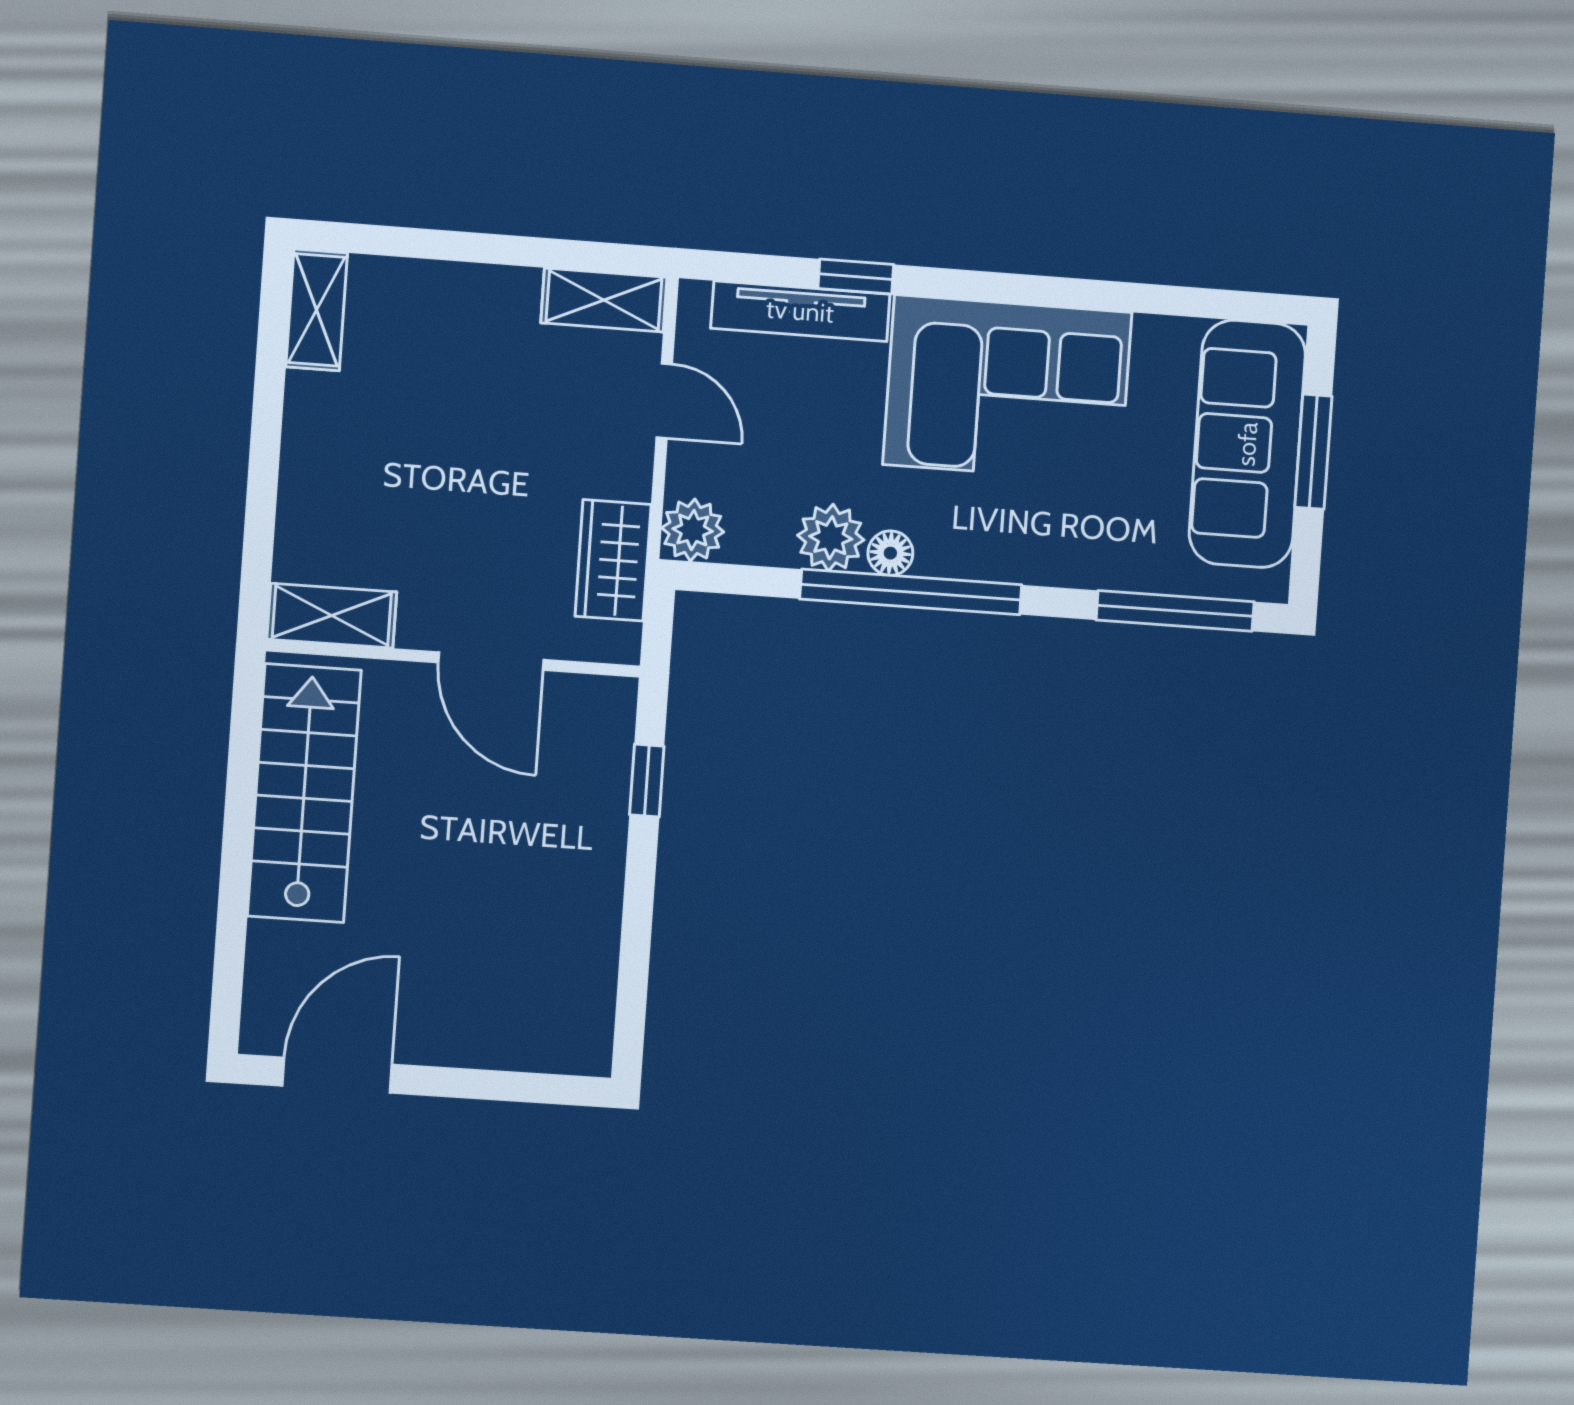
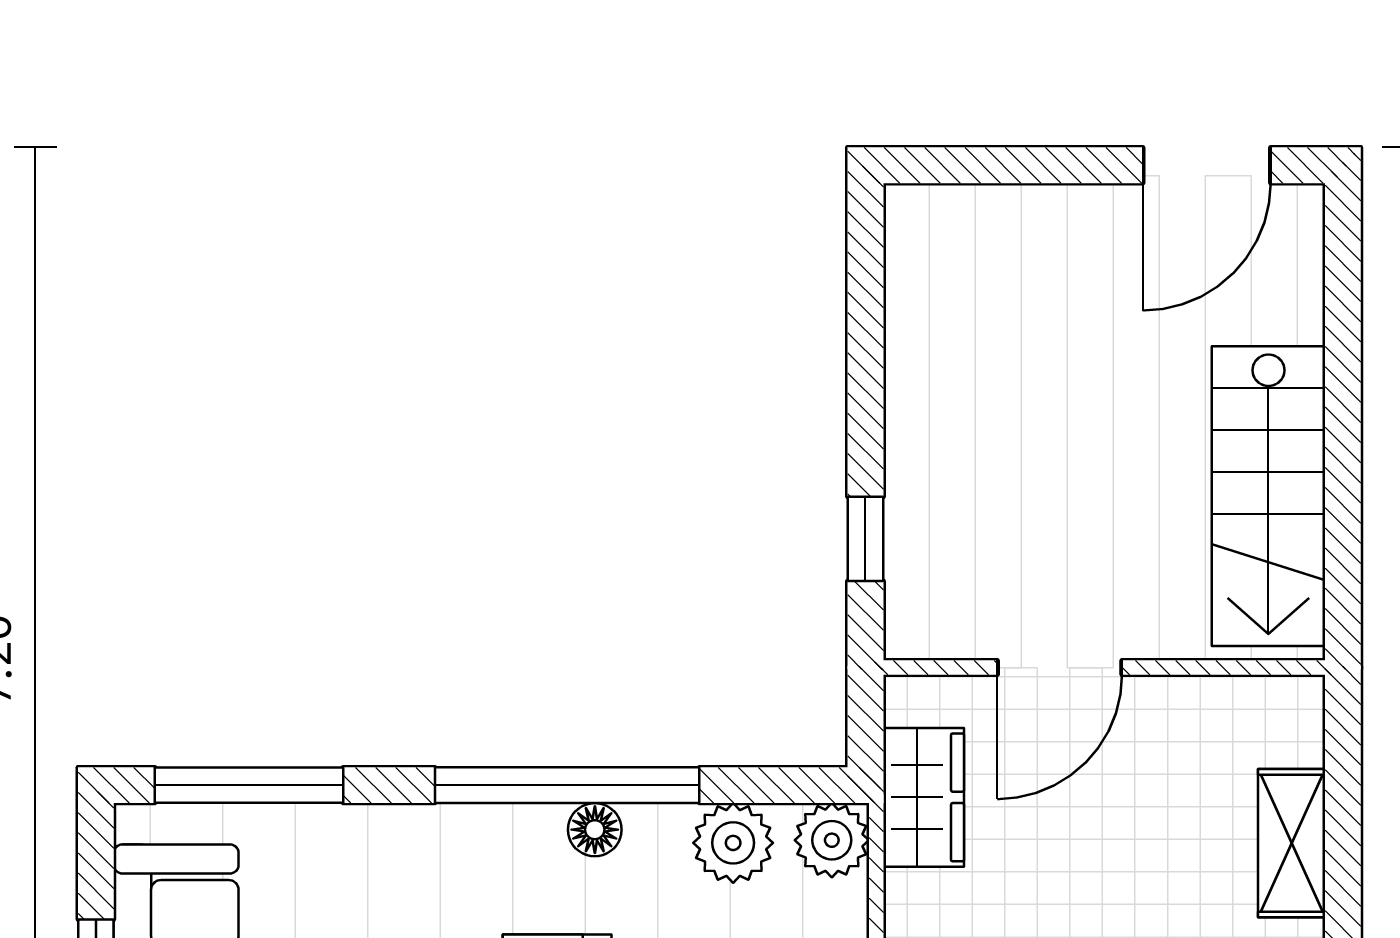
plant: (831, 538) -> (733, 843), moved
shelving: (332, 616) -> (1292, 843), moved, turned 90
door: (491, 661) -> (1060, 668), swing flipped

